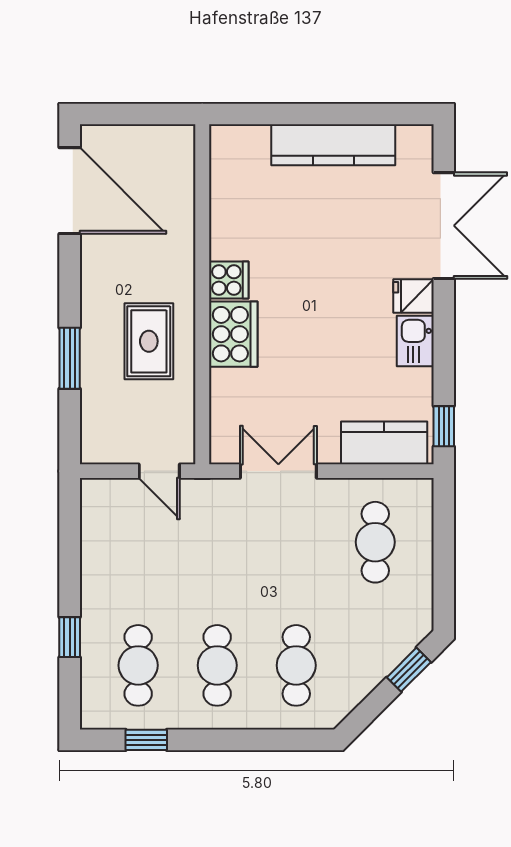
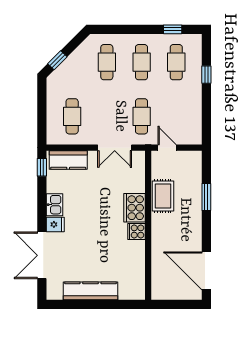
rug: (149, 341) -> (163, 196), moved
cafe table: (217, 542) -> (142, 116), added

